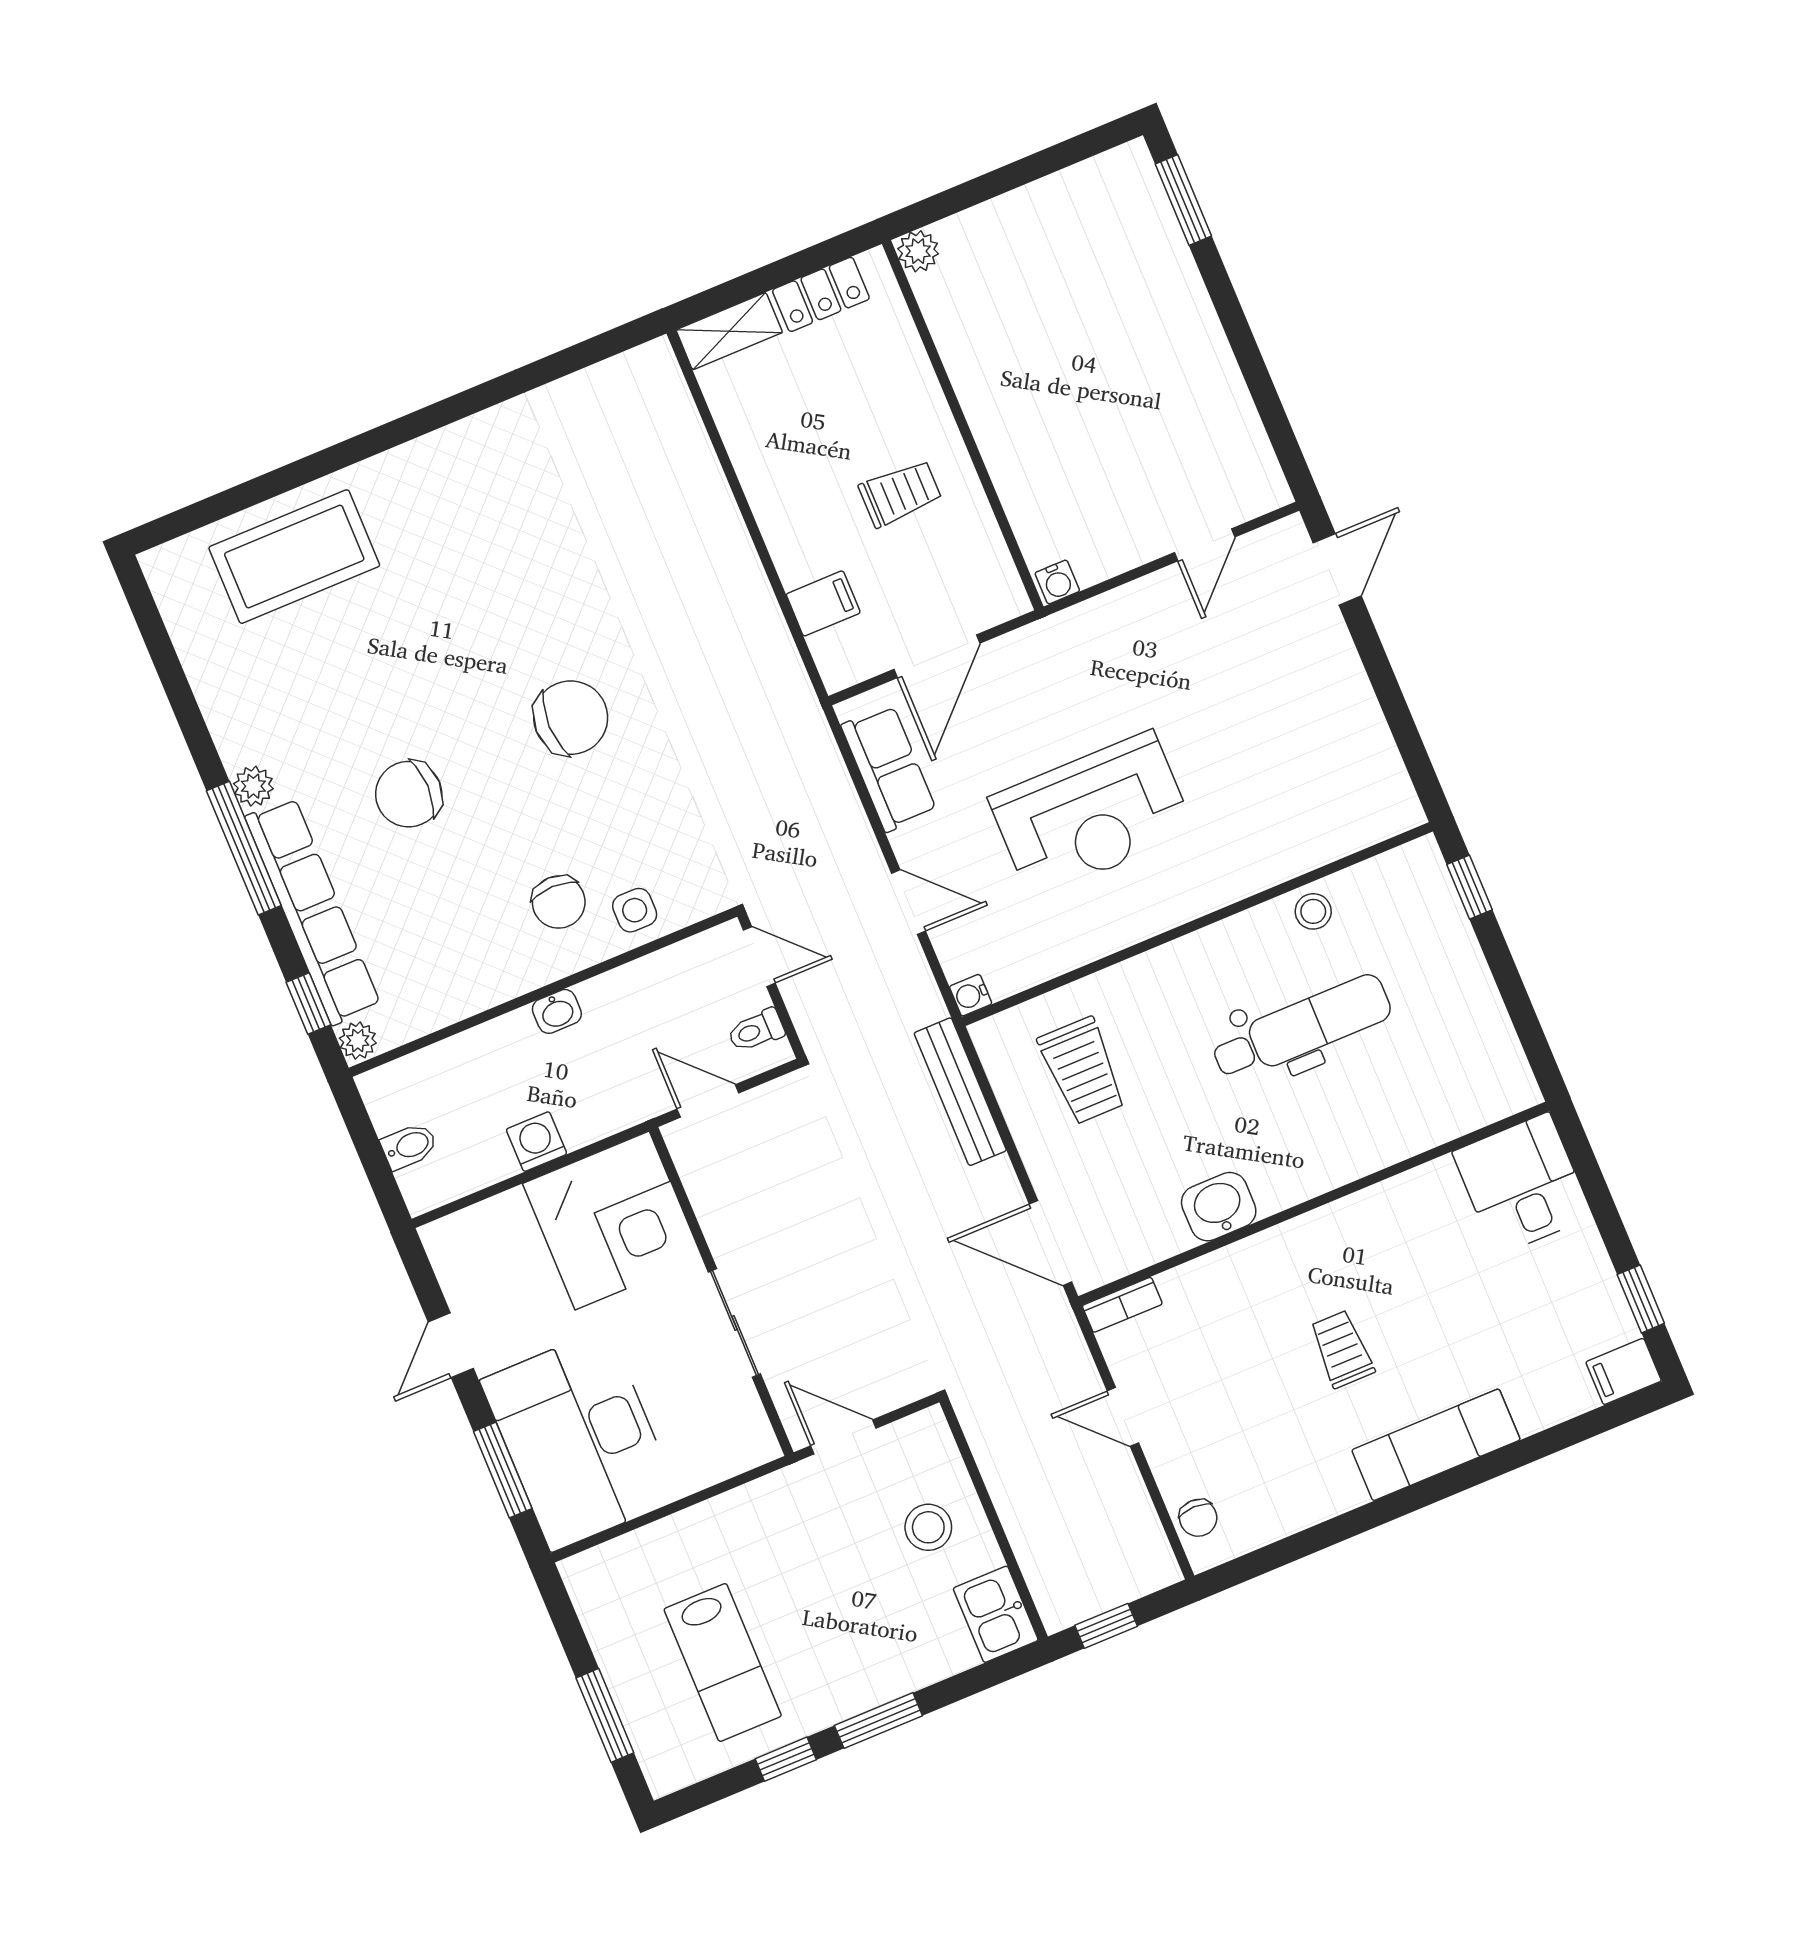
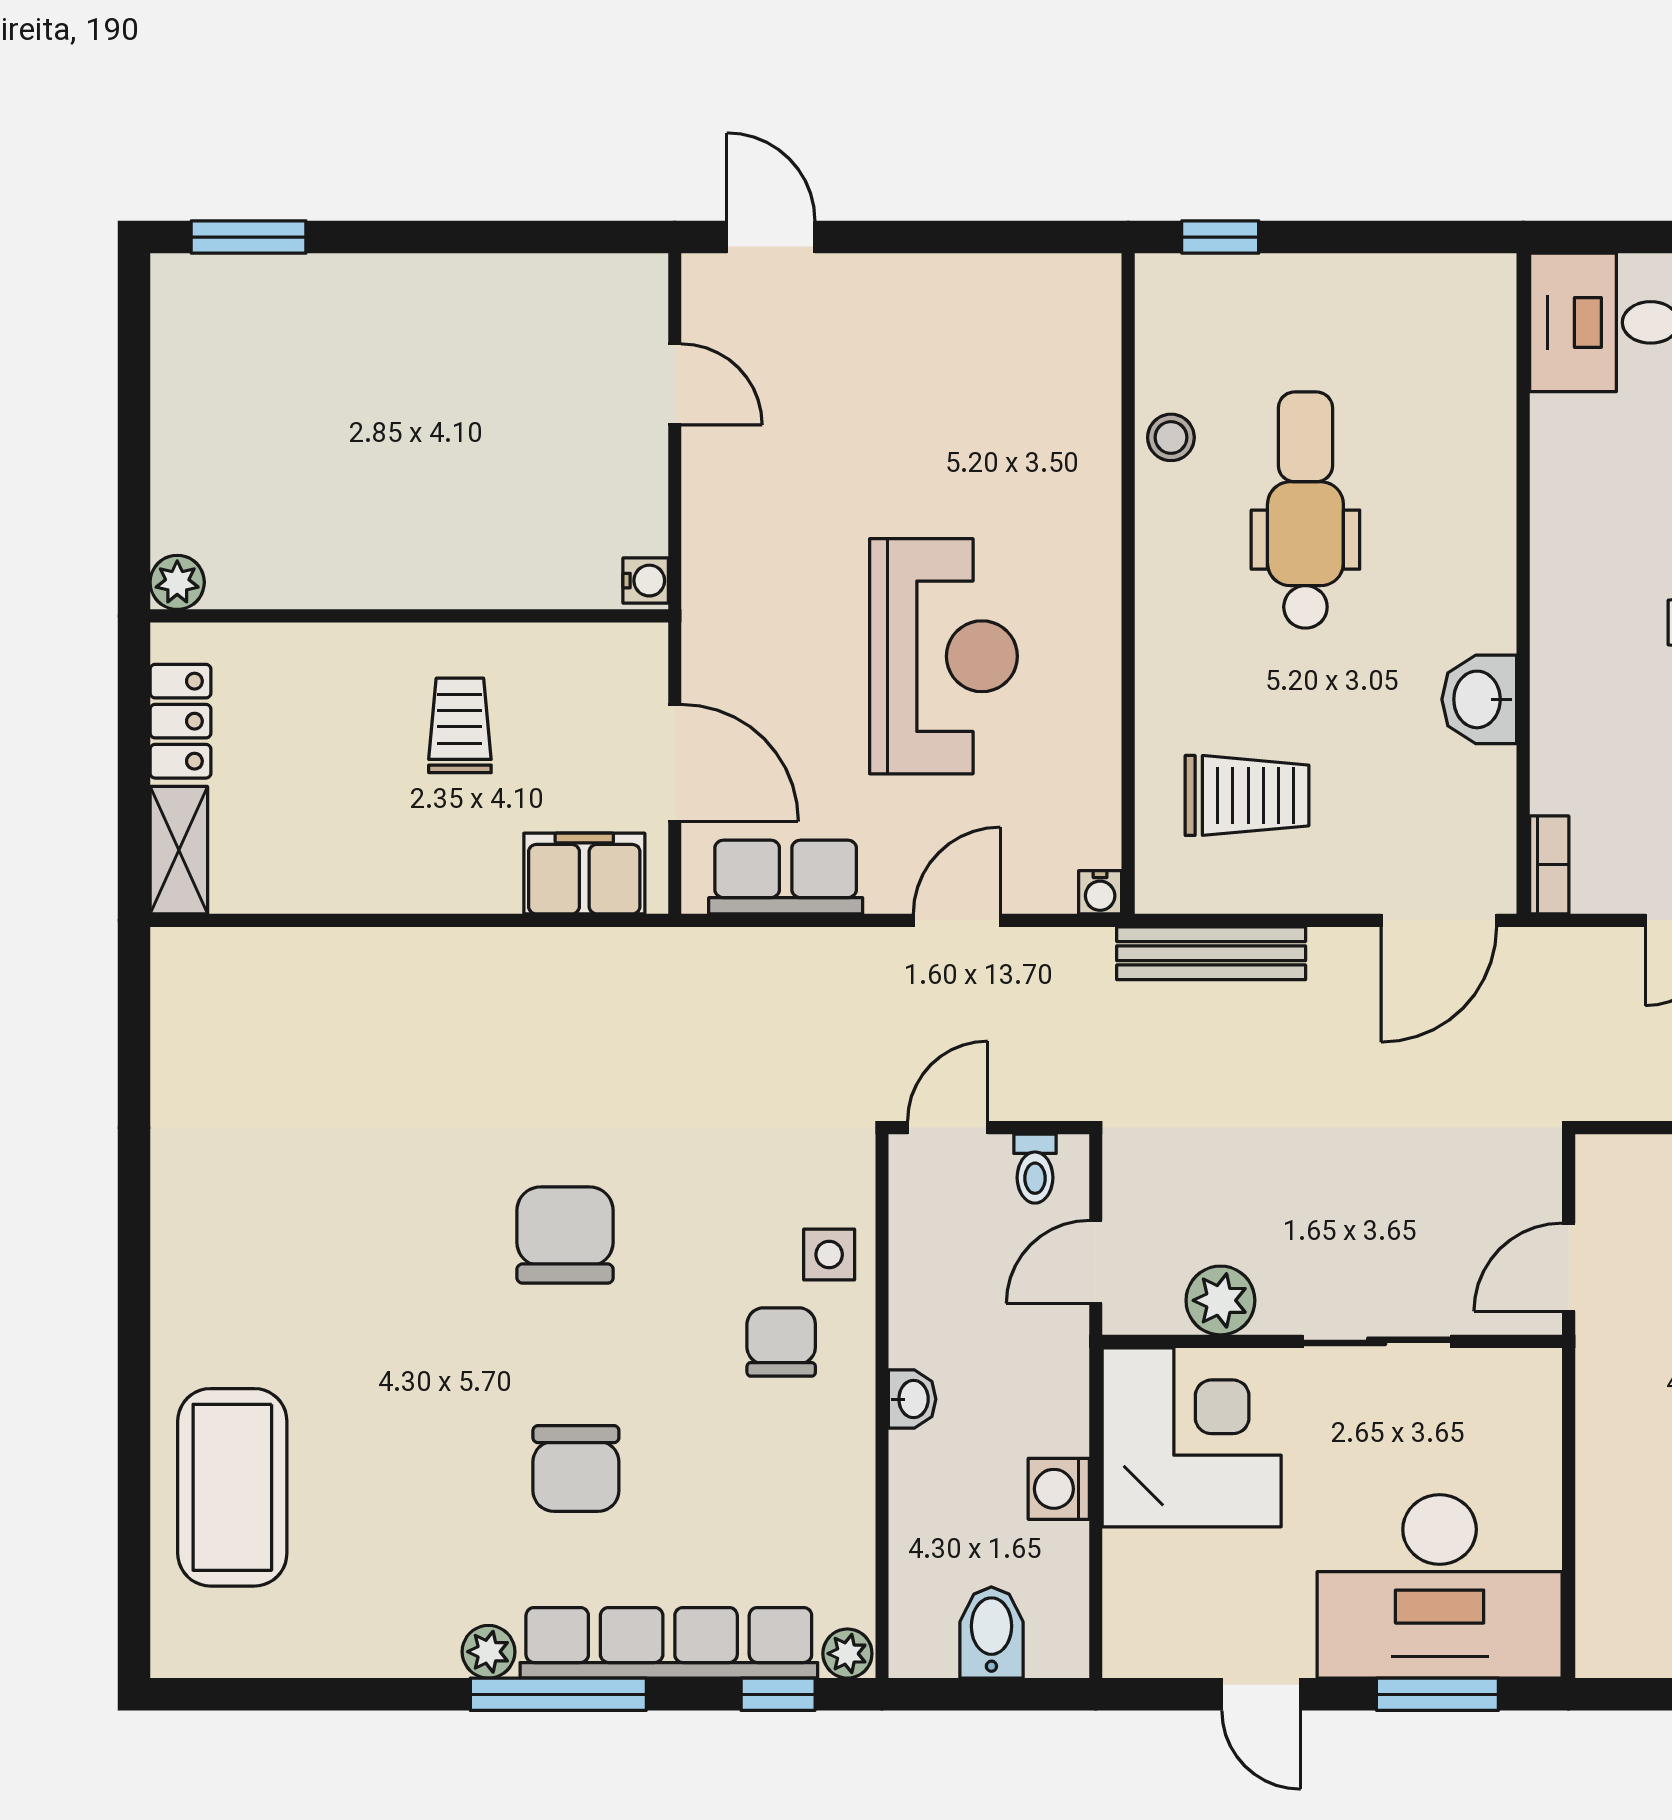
filing cabinet: (823, 603) -> (584, 873), width x2.00
chair: (559, 902) -> (781, 1342), turned -90
bidet: (409, 1146) -> (991, 1632), width x1.38, depth x1.36
plant: (717, 1200) -> (1220, 1300), added

